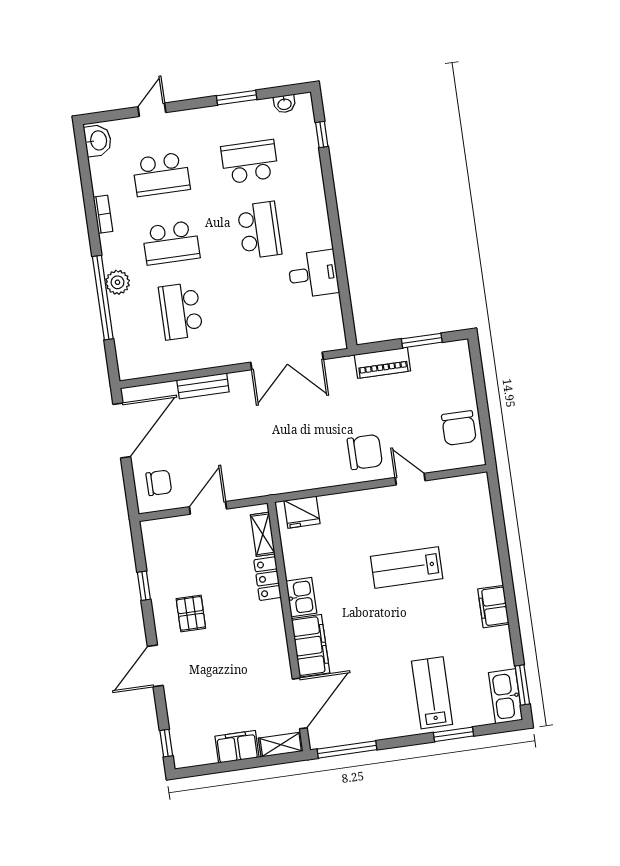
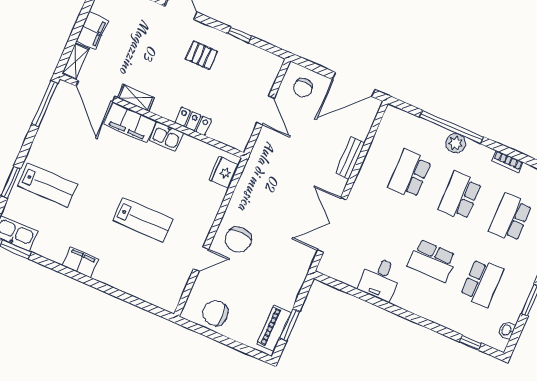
school desk: (181, 311) -> (410, 174), turned -90
piano: (382, 363) -> (274, 328), moved
door: (122, 431) -> (354, 84), hinge flipped
shelving: (263, 534) -> (136, 98), moved
lab bench: (407, 568) -> (143, 220), turned 90

